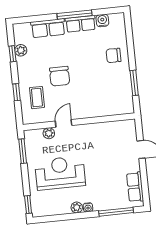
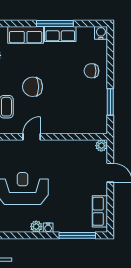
water cooler: (102, 21) -> (101, 33), moved
chair: (60, 76) -> (33, 87), turned 90
plant: (49, 133) -> (101, 146), moved

